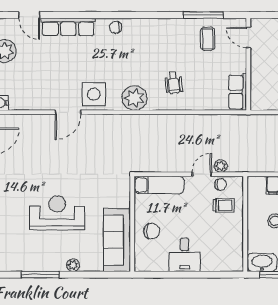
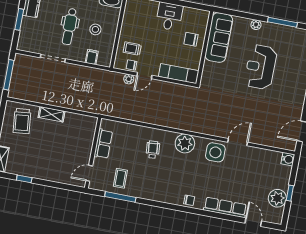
door: (248, 38) -> (89, 173), swing flipped
row of seats: (238, 92) -> (103, 144), moved
reception desk: (57, 213) -> (261, 67), turned 90

